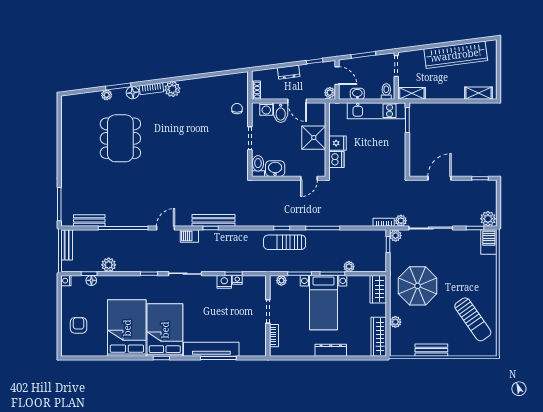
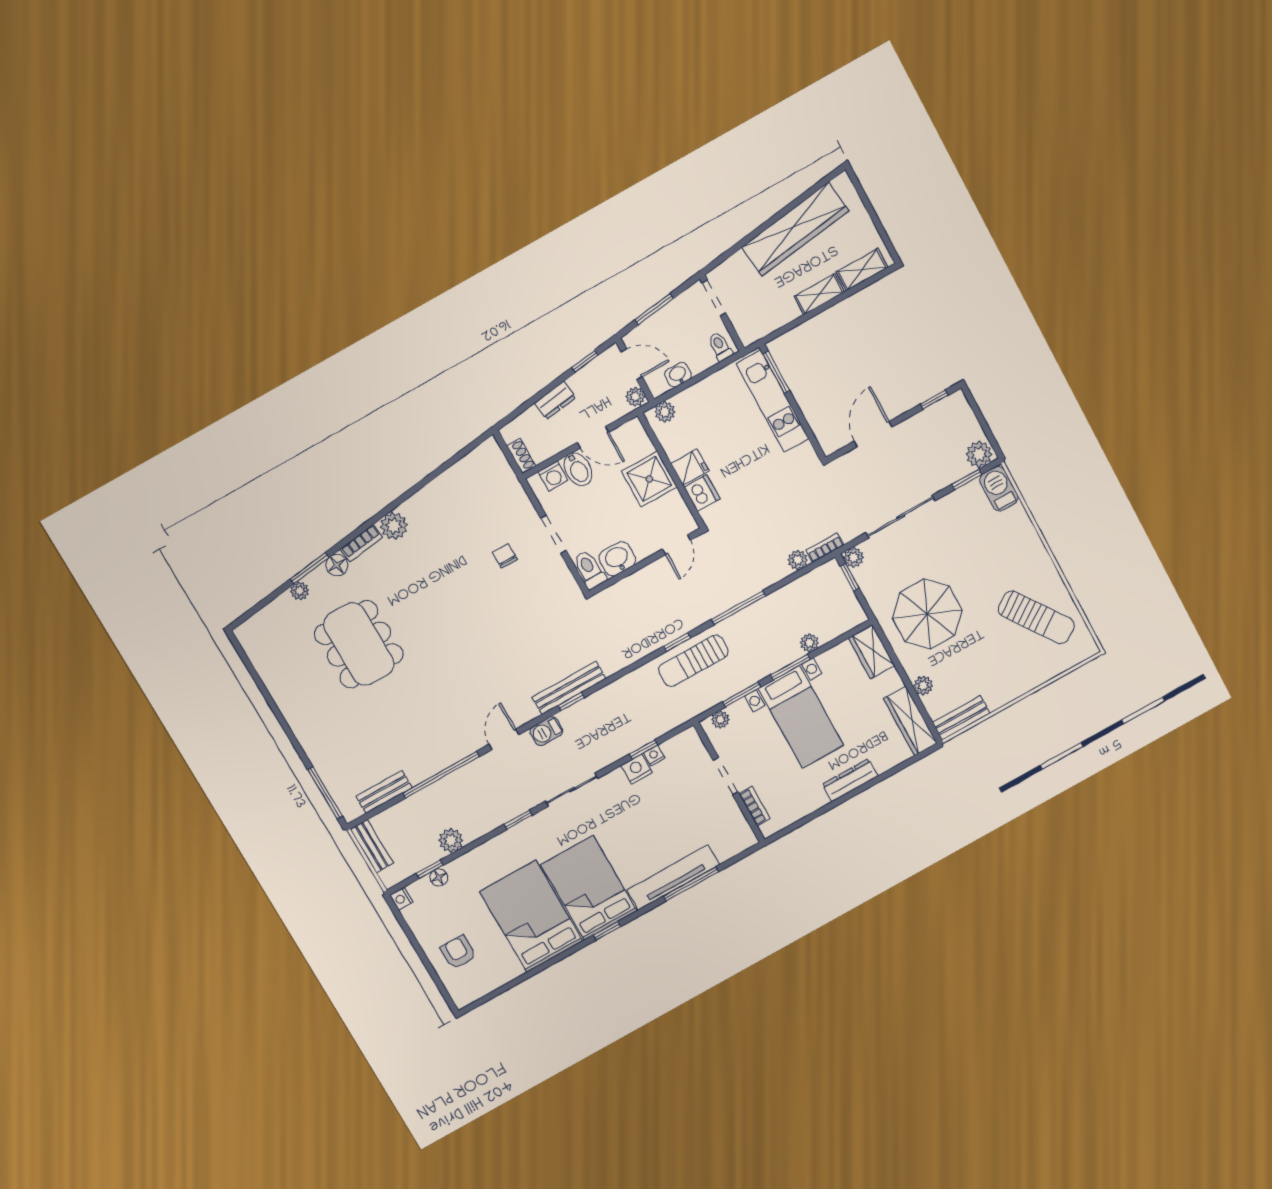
shelving: (412, 93) -> (819, 294), moved
plant: (340, 108) -> (665, 412), added
chair: (237, 109) -> (505, 556), moved
kitchen unit: (376, 111) -> (773, 401), moved, turned 90
plant: (401, 221) -> (798, 560), moved
bench: (431, 350) -> (961, 718), moved

